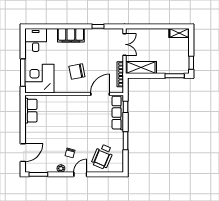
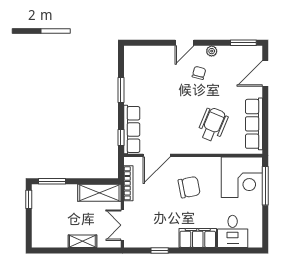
shelving: (179, 33) -> (82, 241), moved
desk: (36, 40) -> (233, 231), moved
row of seats: (31, 111) -> (254, 124), width x1.48
wheelchair: (103, 157) -> (213, 125), moved

